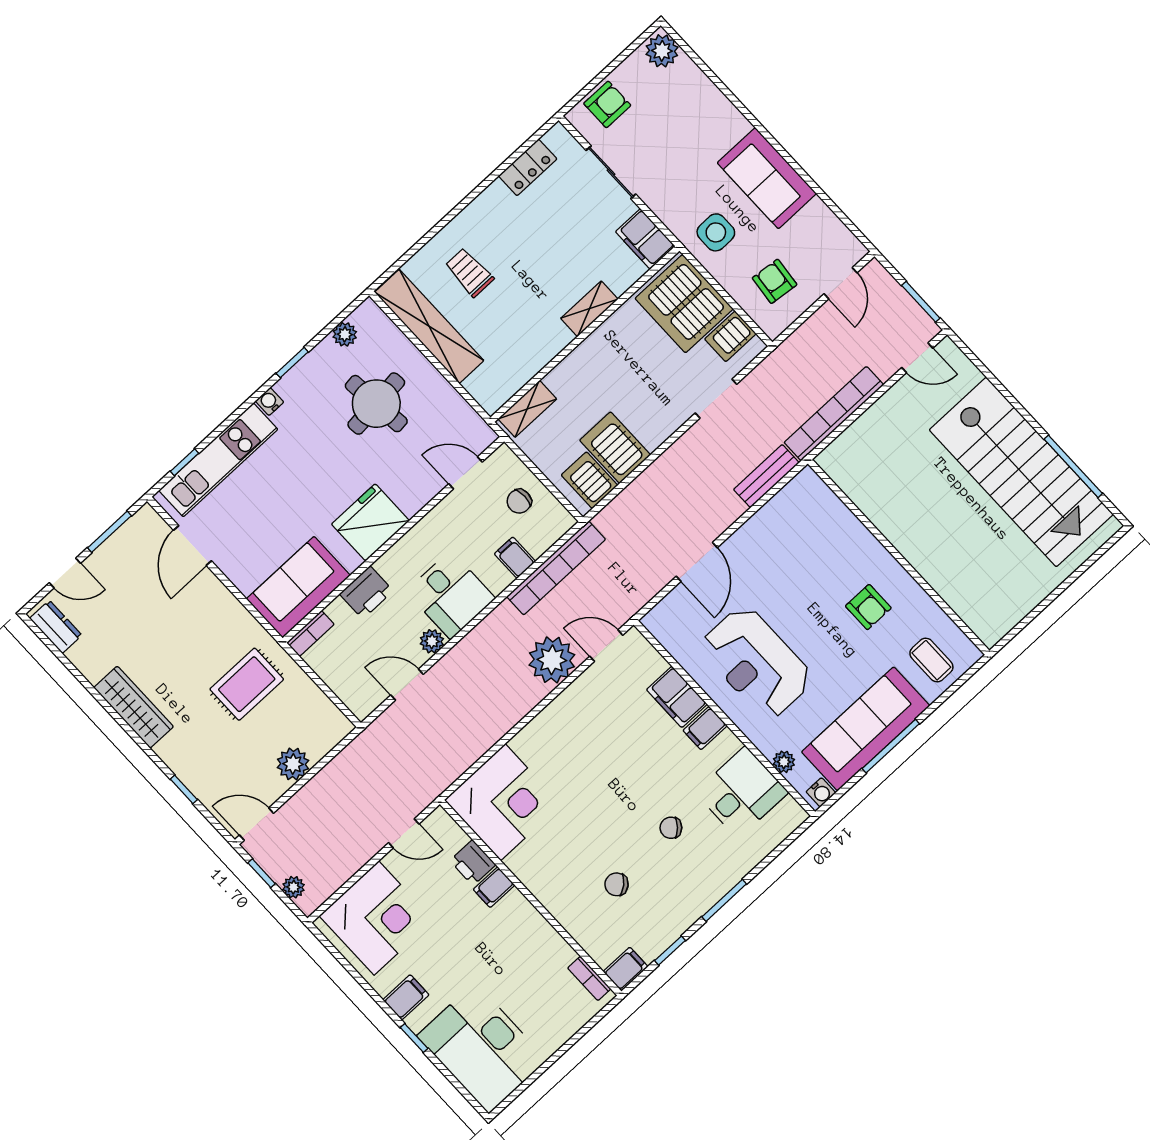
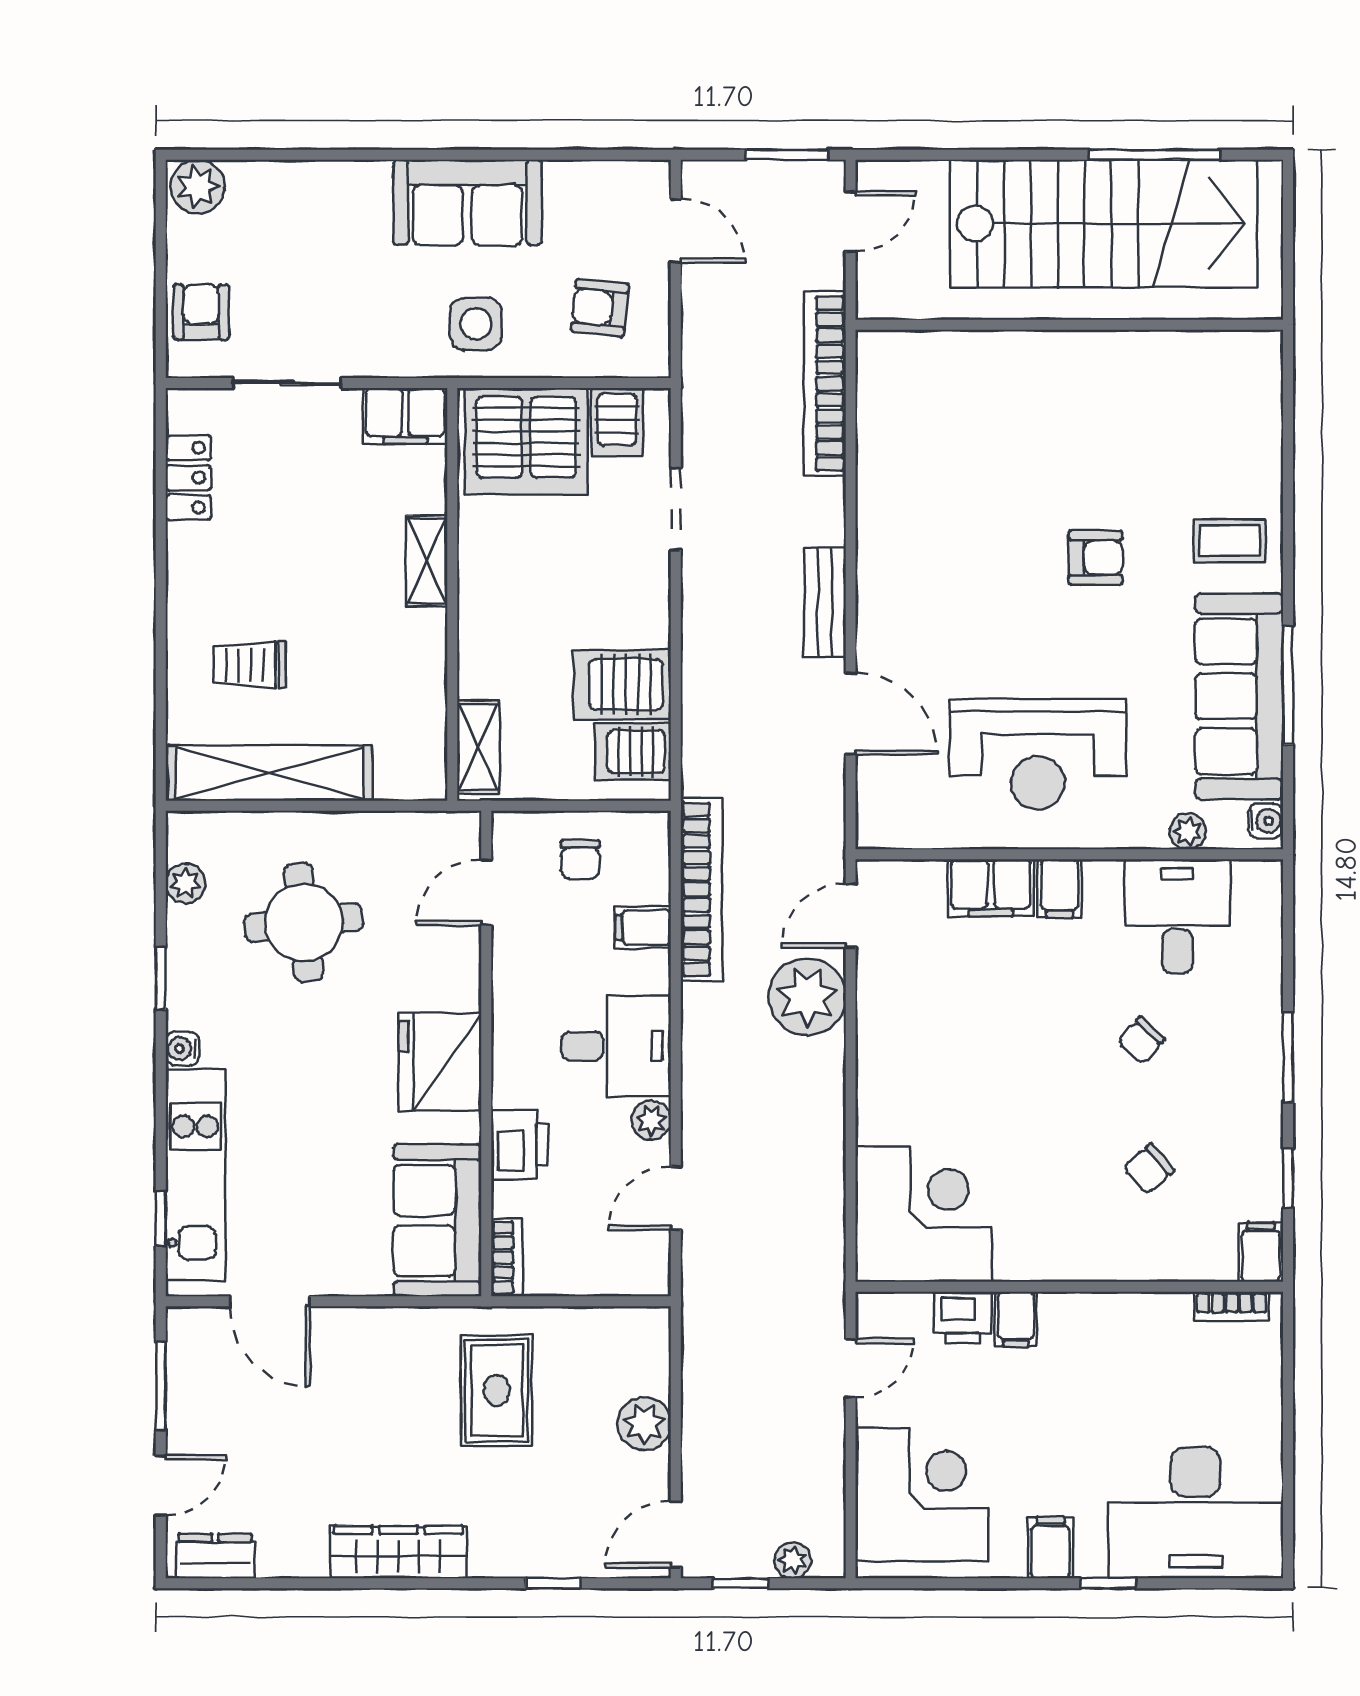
bench: (766, 476) -> (825, 602), moved
wall: (899, 557) -> (1069, 325), moved

